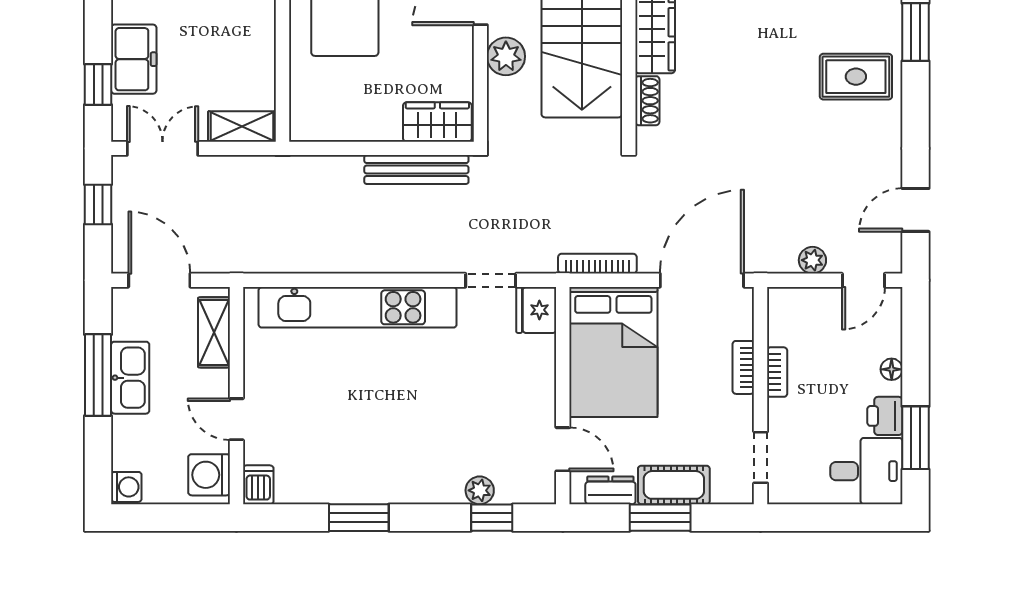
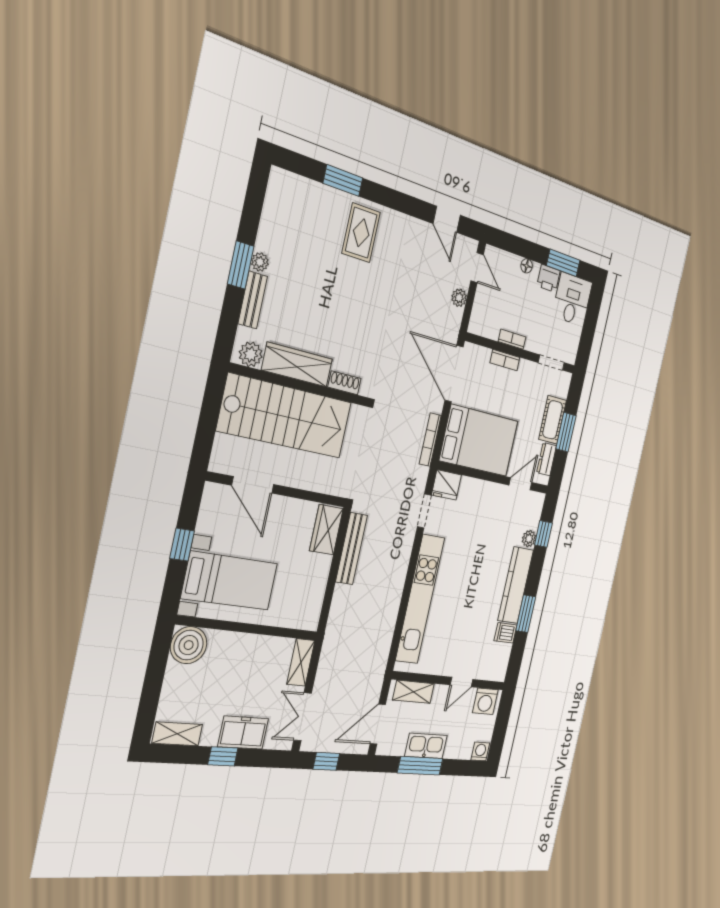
plant: (506, 56) -> (296, 475), removed
window: (98, 84) -> (223, 756), moved
kitchen counter: (402, 484) -> (516, 585), added
dishwasher: (258, 485) -> (505, 633), moved

